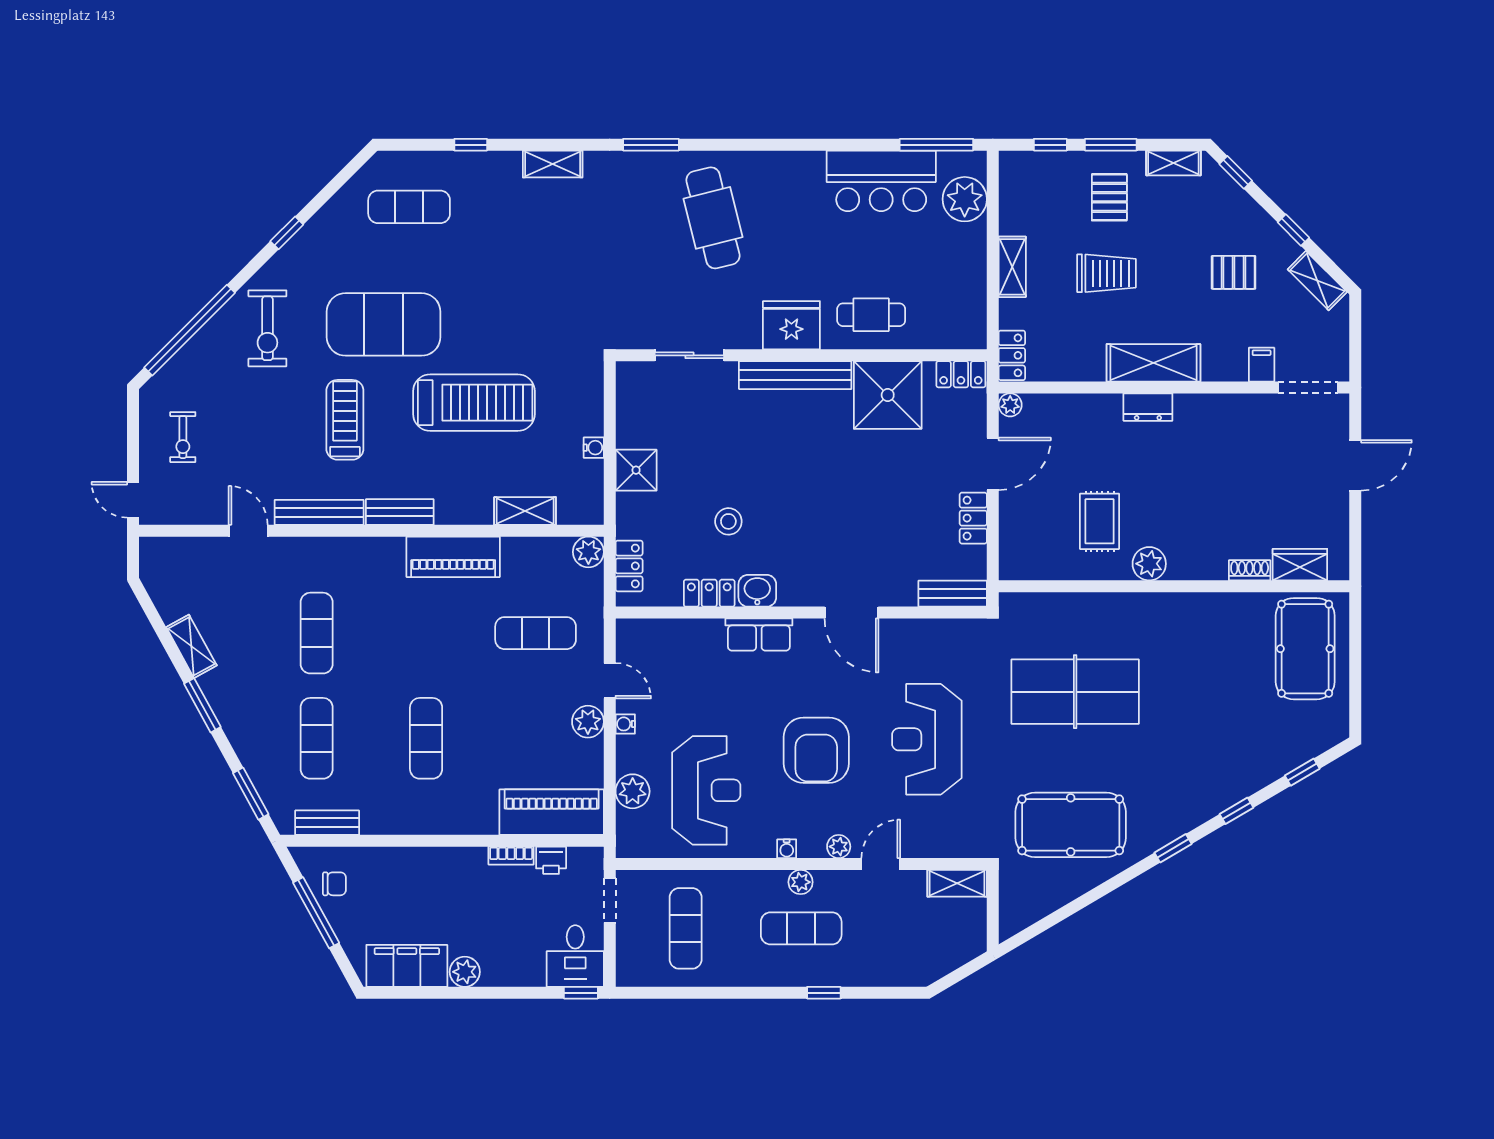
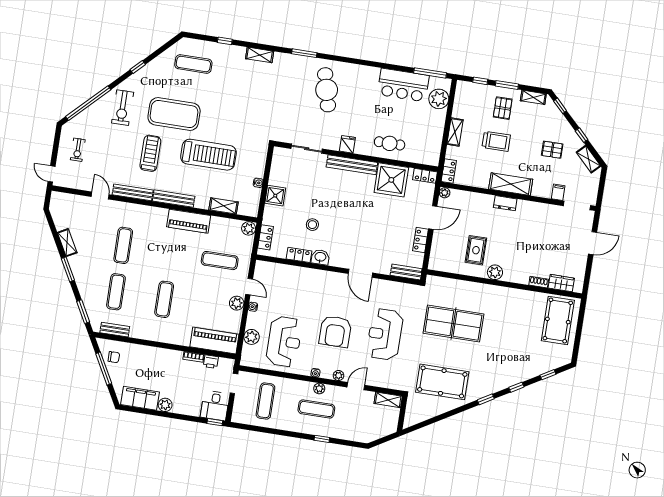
fridge: (791, 325) -> (347, 144), width x0.53, depth x0.75
bench: (400, 512) -> (174, 199), width x1.36
row of seats: (759, 634) -> (318, 277), removed

